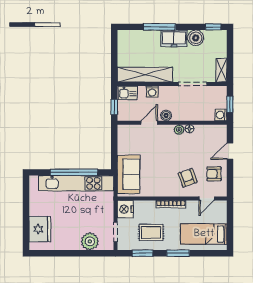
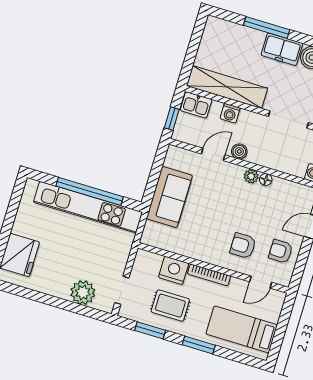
sofa: (129, 174) -> (169, 197), moved
armchair: (188, 178) -> (243, 246), turned -70
nightstand: (125, 209) -> (174, 270), moved, turned 90

